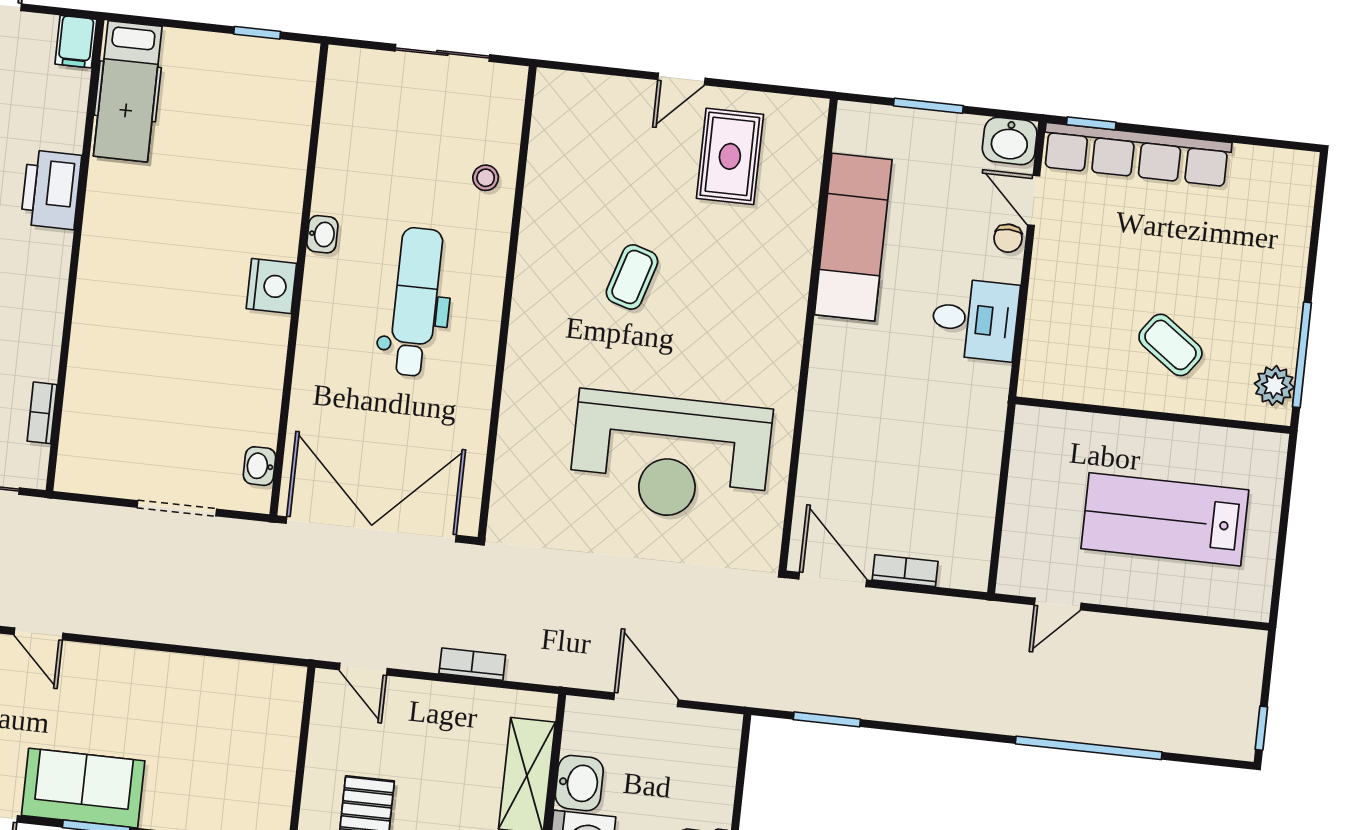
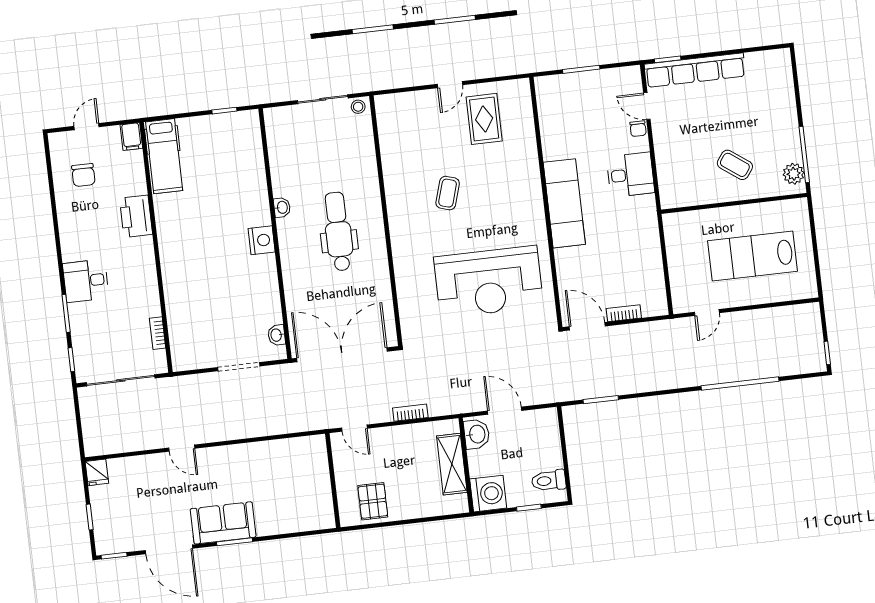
washbasin: (1010, 141) -> (627, 78), removed
stool: (486, 178) -> (358, 107), moved
exam couch: (853, 237) -> (564, 203), moved
washbasin: (579, 783) -> (477, 434), moved

